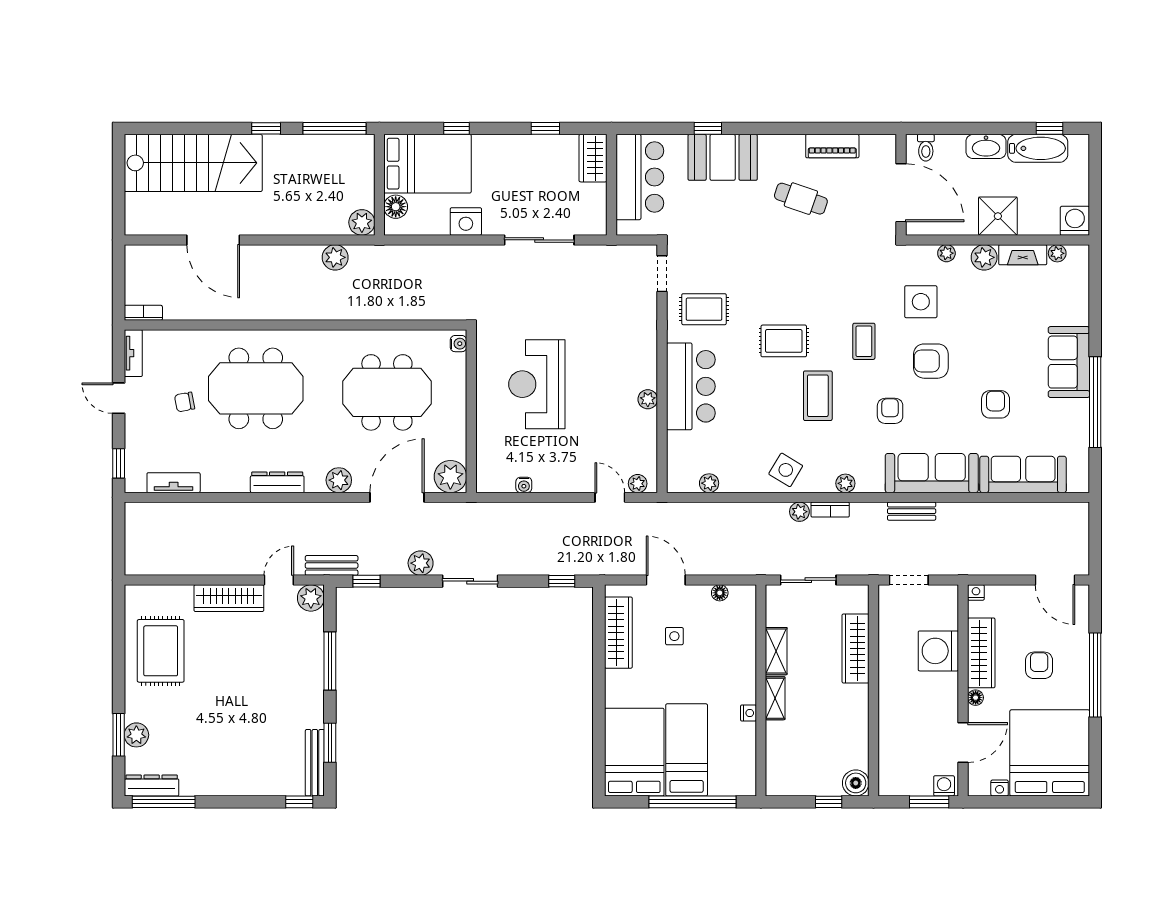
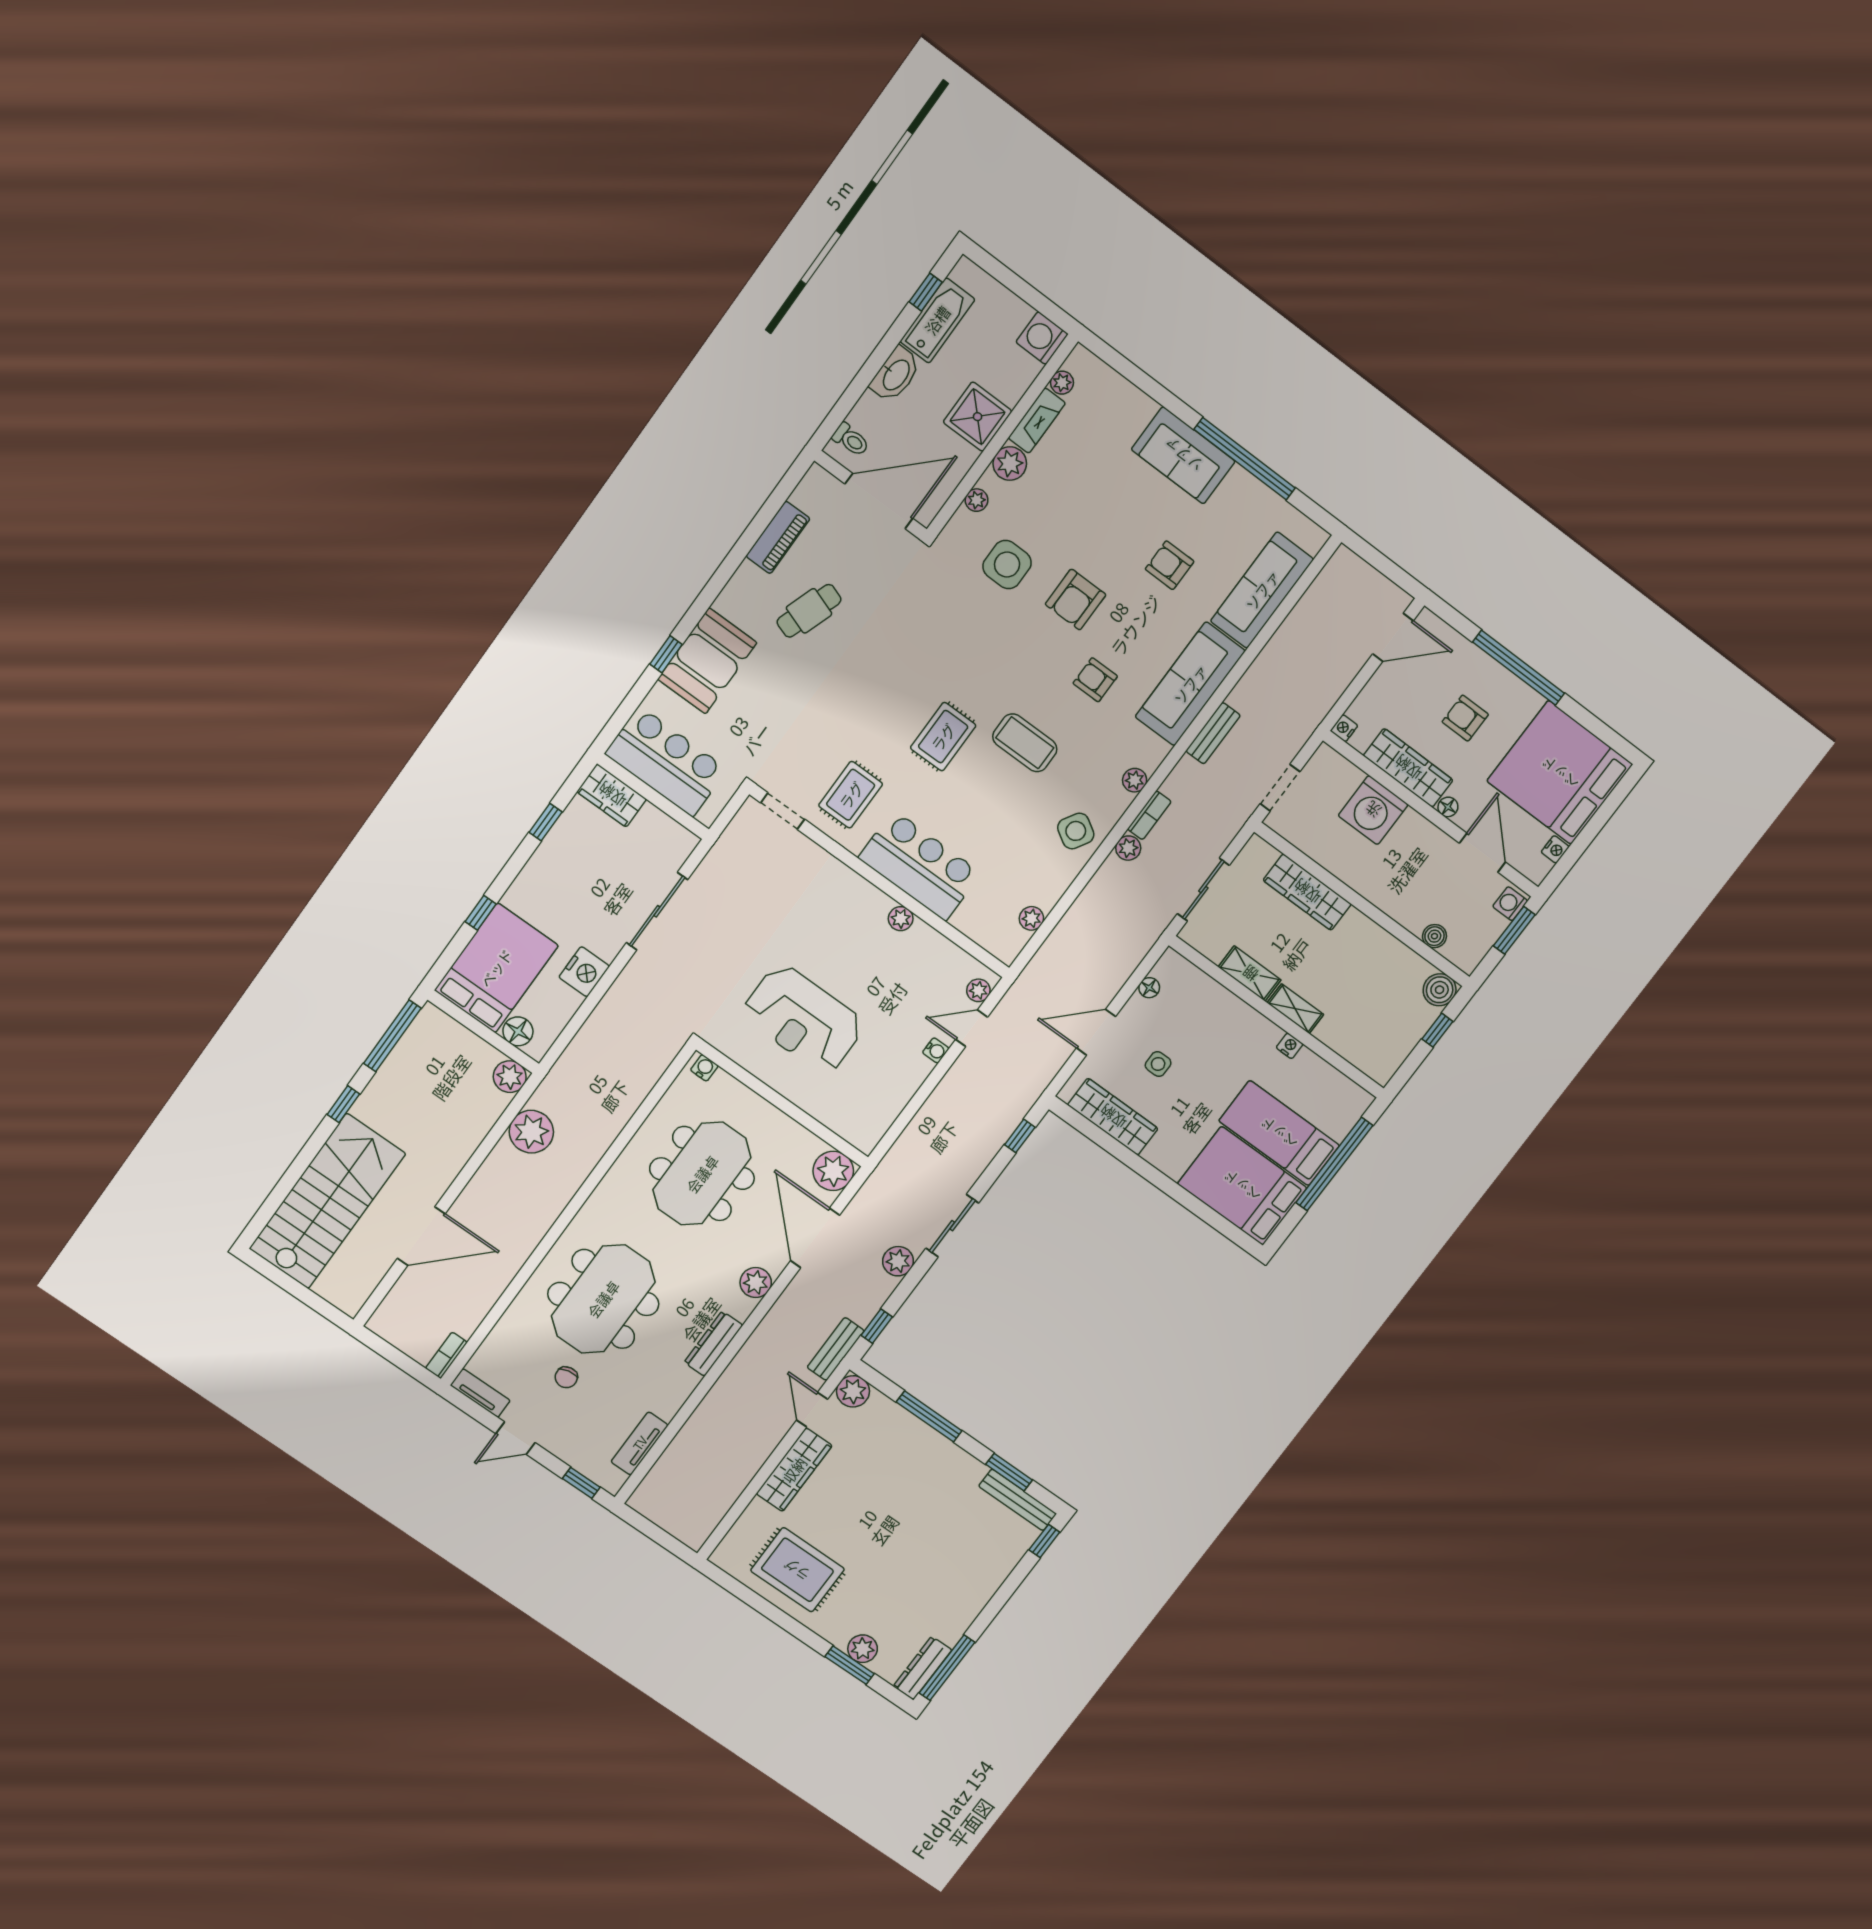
plant: (335, 257) -> (531, 1132), width x1.36, depth x1.36
coffee table: (864, 341) -> (1004, 654), removed
water cooler: (524, 485) -> (936, 1050), moved
boiler: (888, 753) -> (1434, 936), added

